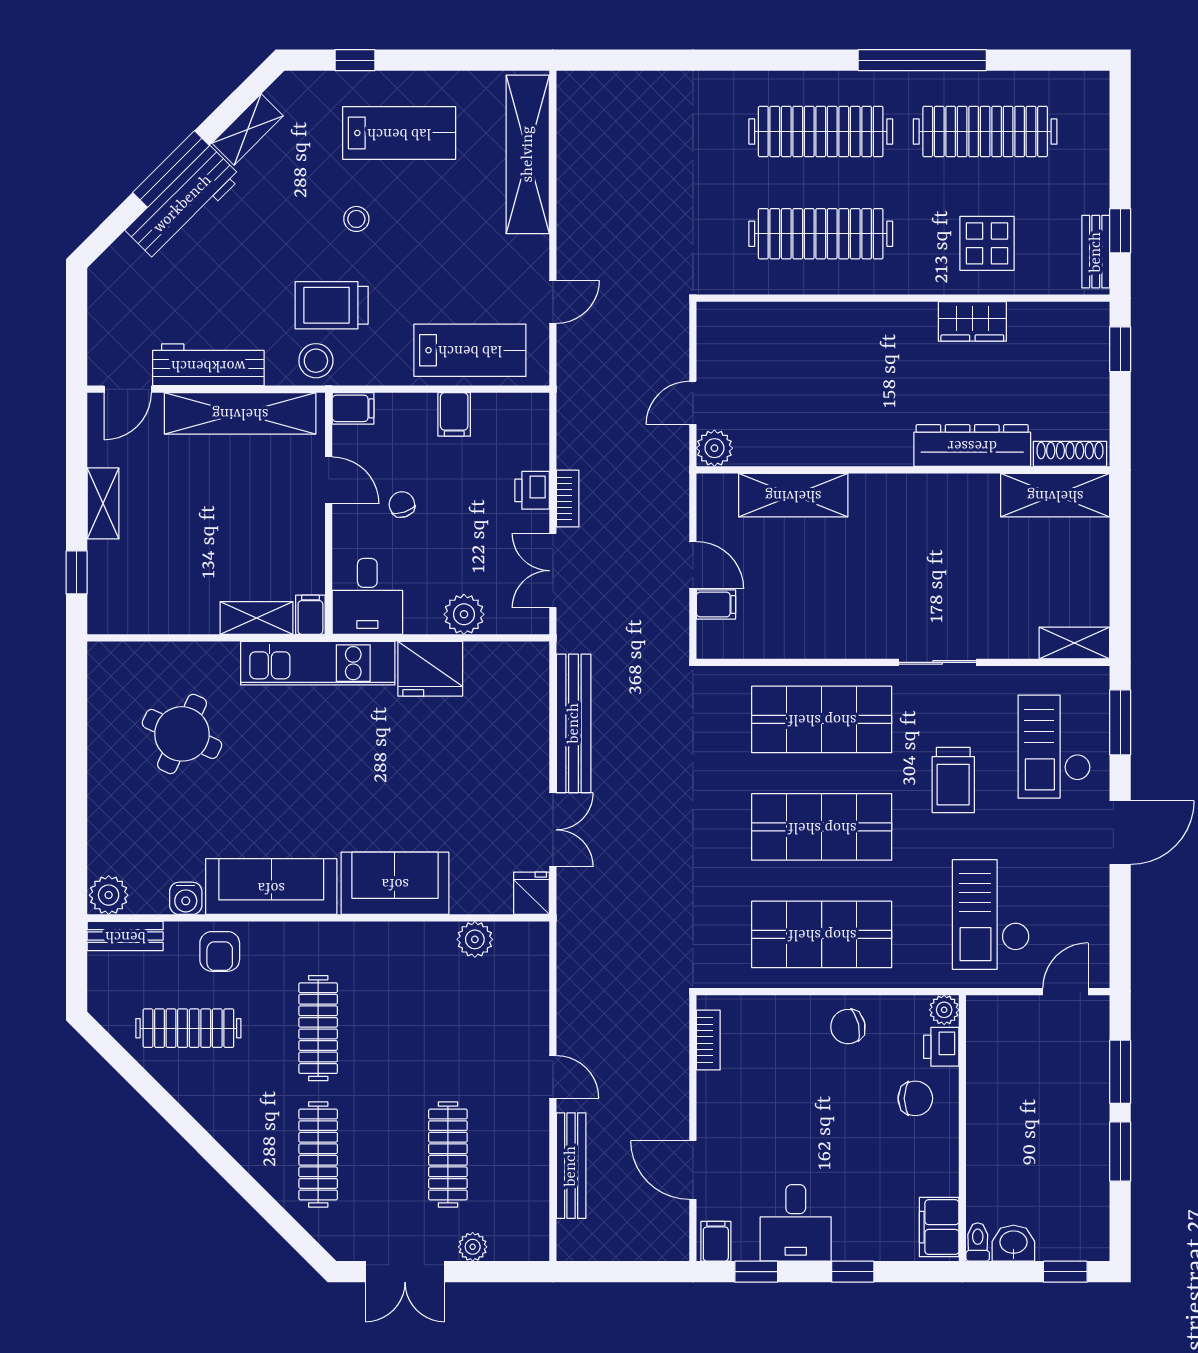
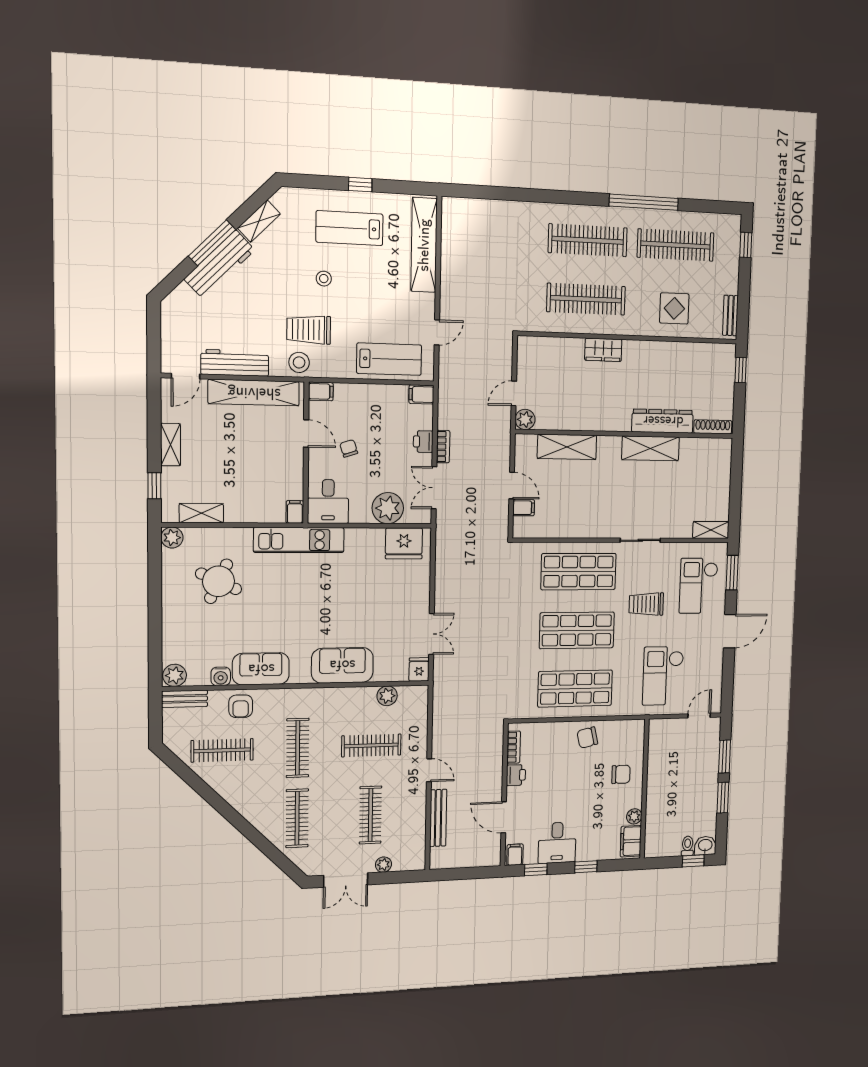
window: (355, 60) -> (360, 185), moved
lab bench: (399, 133) -> (350, 228), turned 180
window: (1120, 231) -> (746, 245), moved
wardrobe: (972, 321) -> (603, 350), moved
filing cabinet: (454, 414) -> (421, 394), moved, turned 90
shelving: (1055, 495) -> (650, 448), moved
plant: (464, 614) -> (388, 508), width x1.36, depth x1.36
shelving: (256, 618) -> (201, 513), moved
plant: (105, 659) -> (172, 538), added
fridge: (430, 669) -> (404, 543), moved
bench: (574, 723) -> (444, 574), removed
trolley: (953, 780) -> (646, 604), turned 90
sofa: (271, 887) -> (261, 669), width x0.73
plant: (944, 1010) -> (634, 816), moved
clothes rail: (448, 1028) -> (371, 745), added
printer: (941, 1047) -> (516, 775), moved, turned 180
toilet: (978, 1242) -> (688, 846), moved
washbasin: (1013, 1243) -> (705, 846), moved

